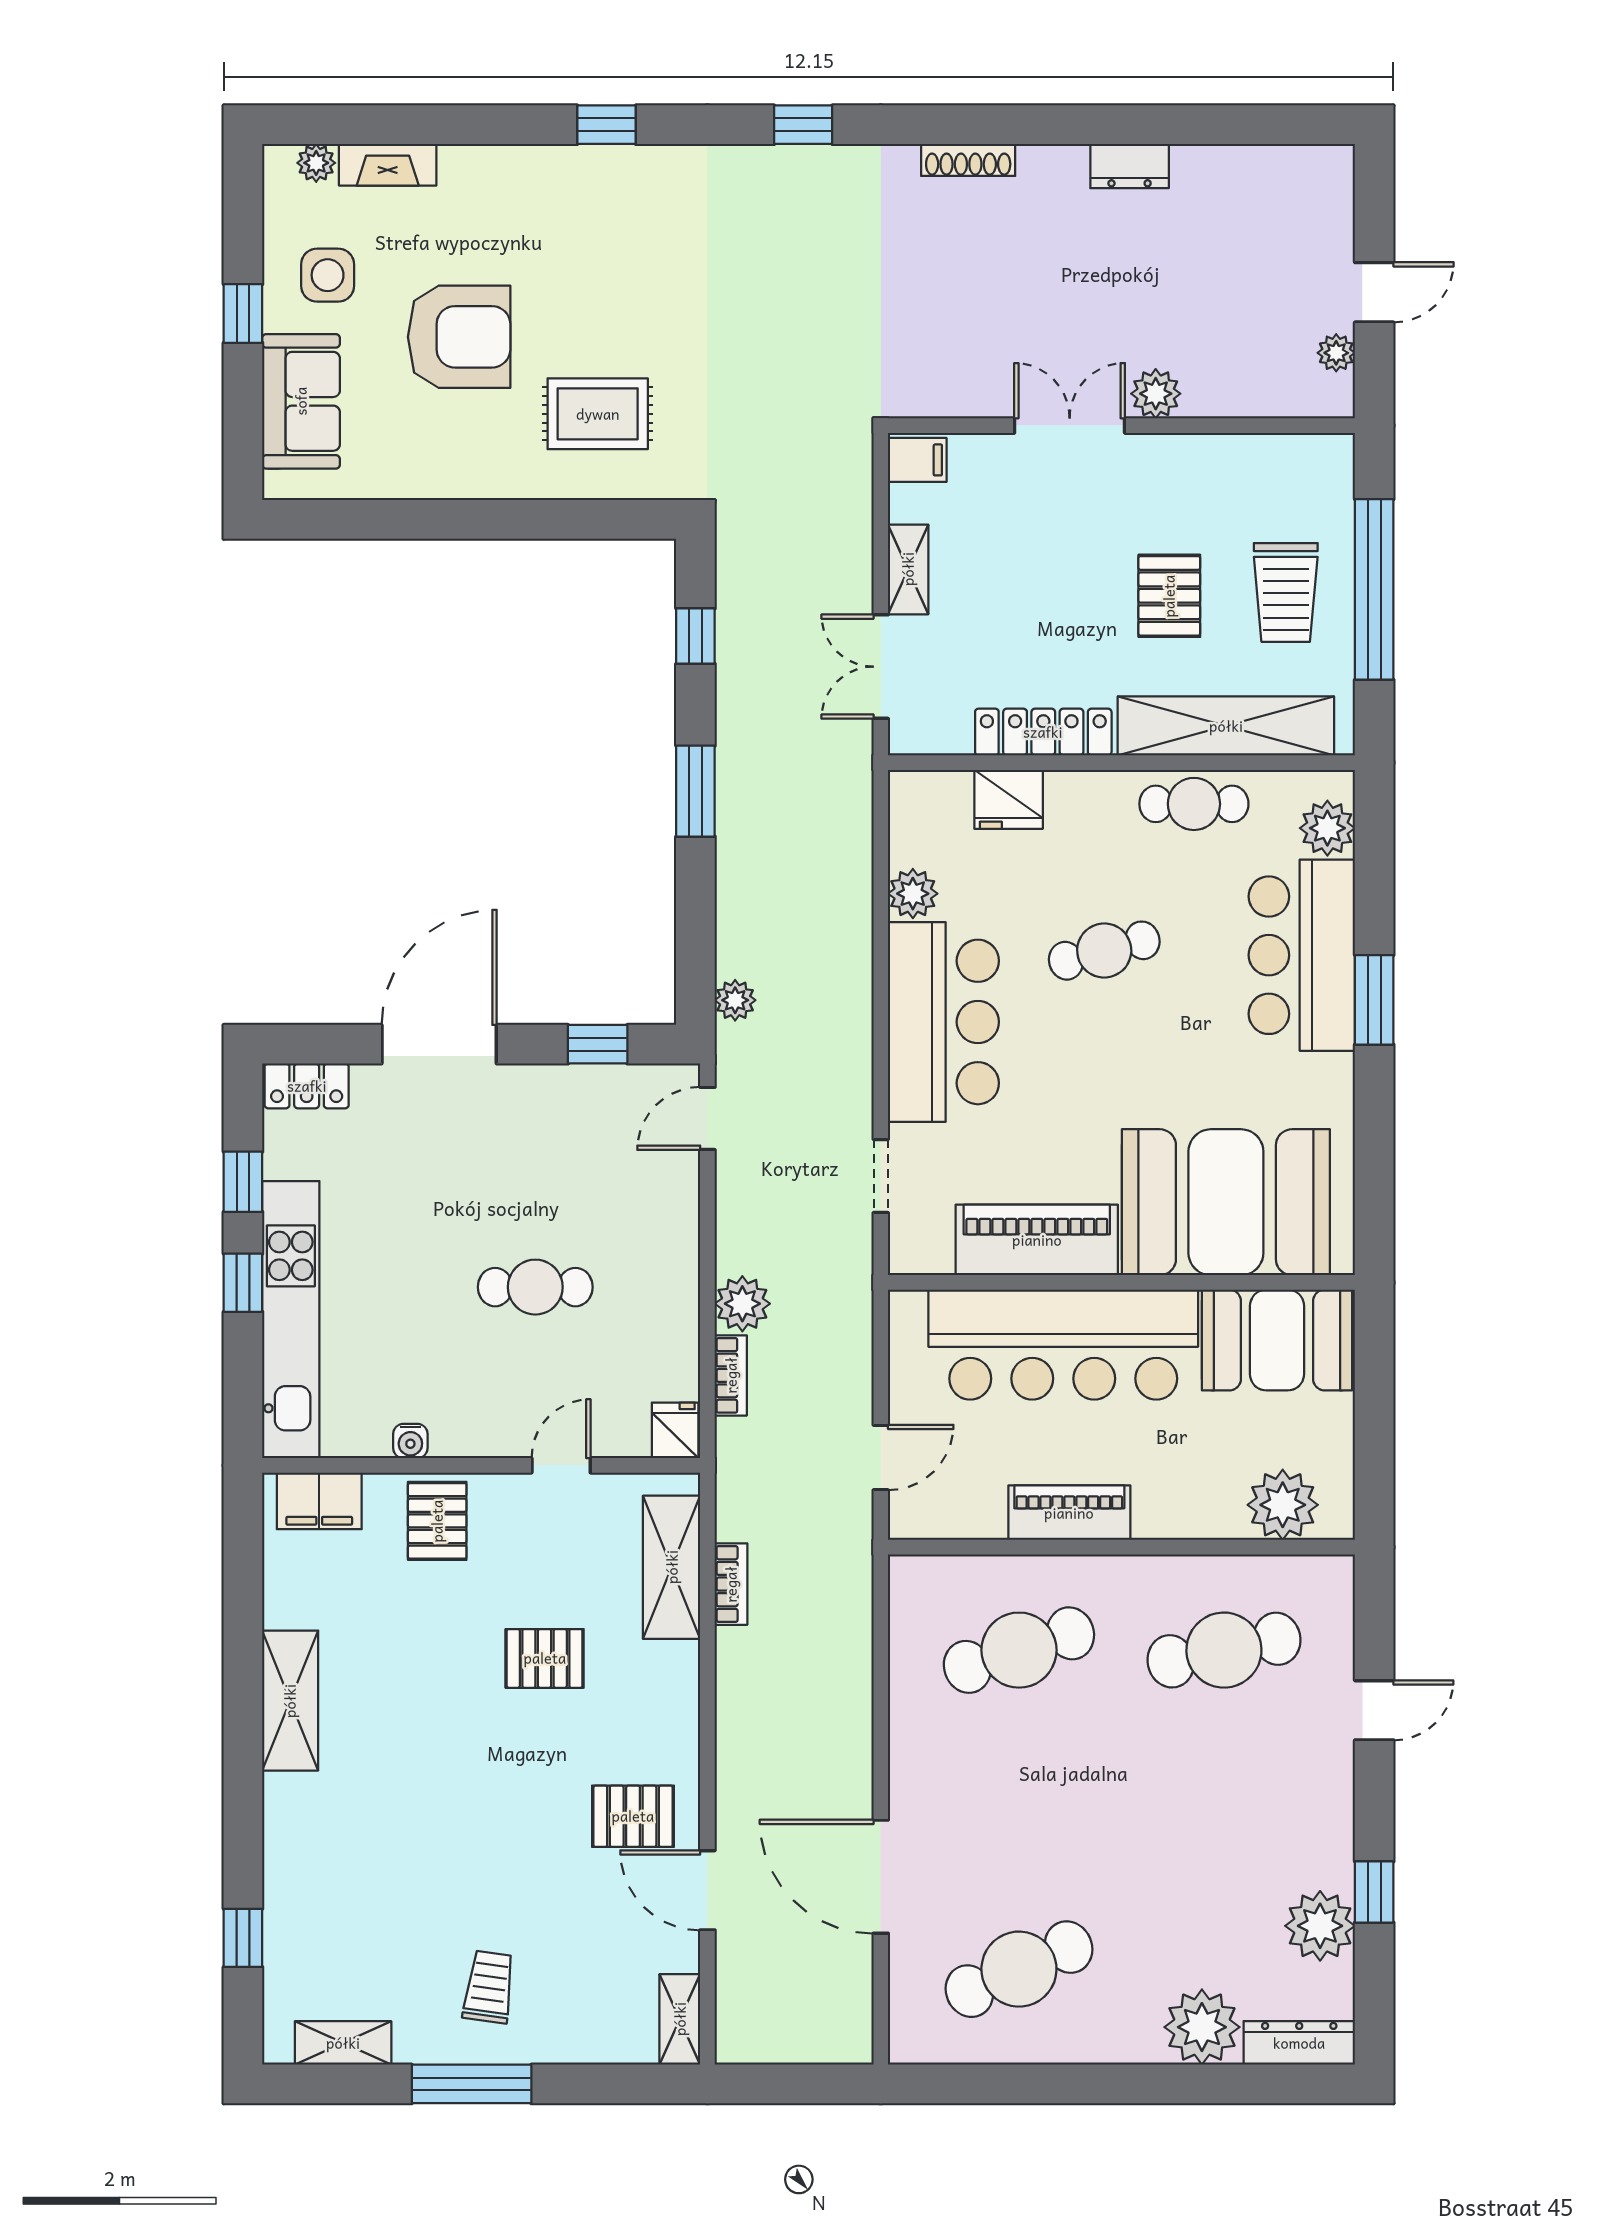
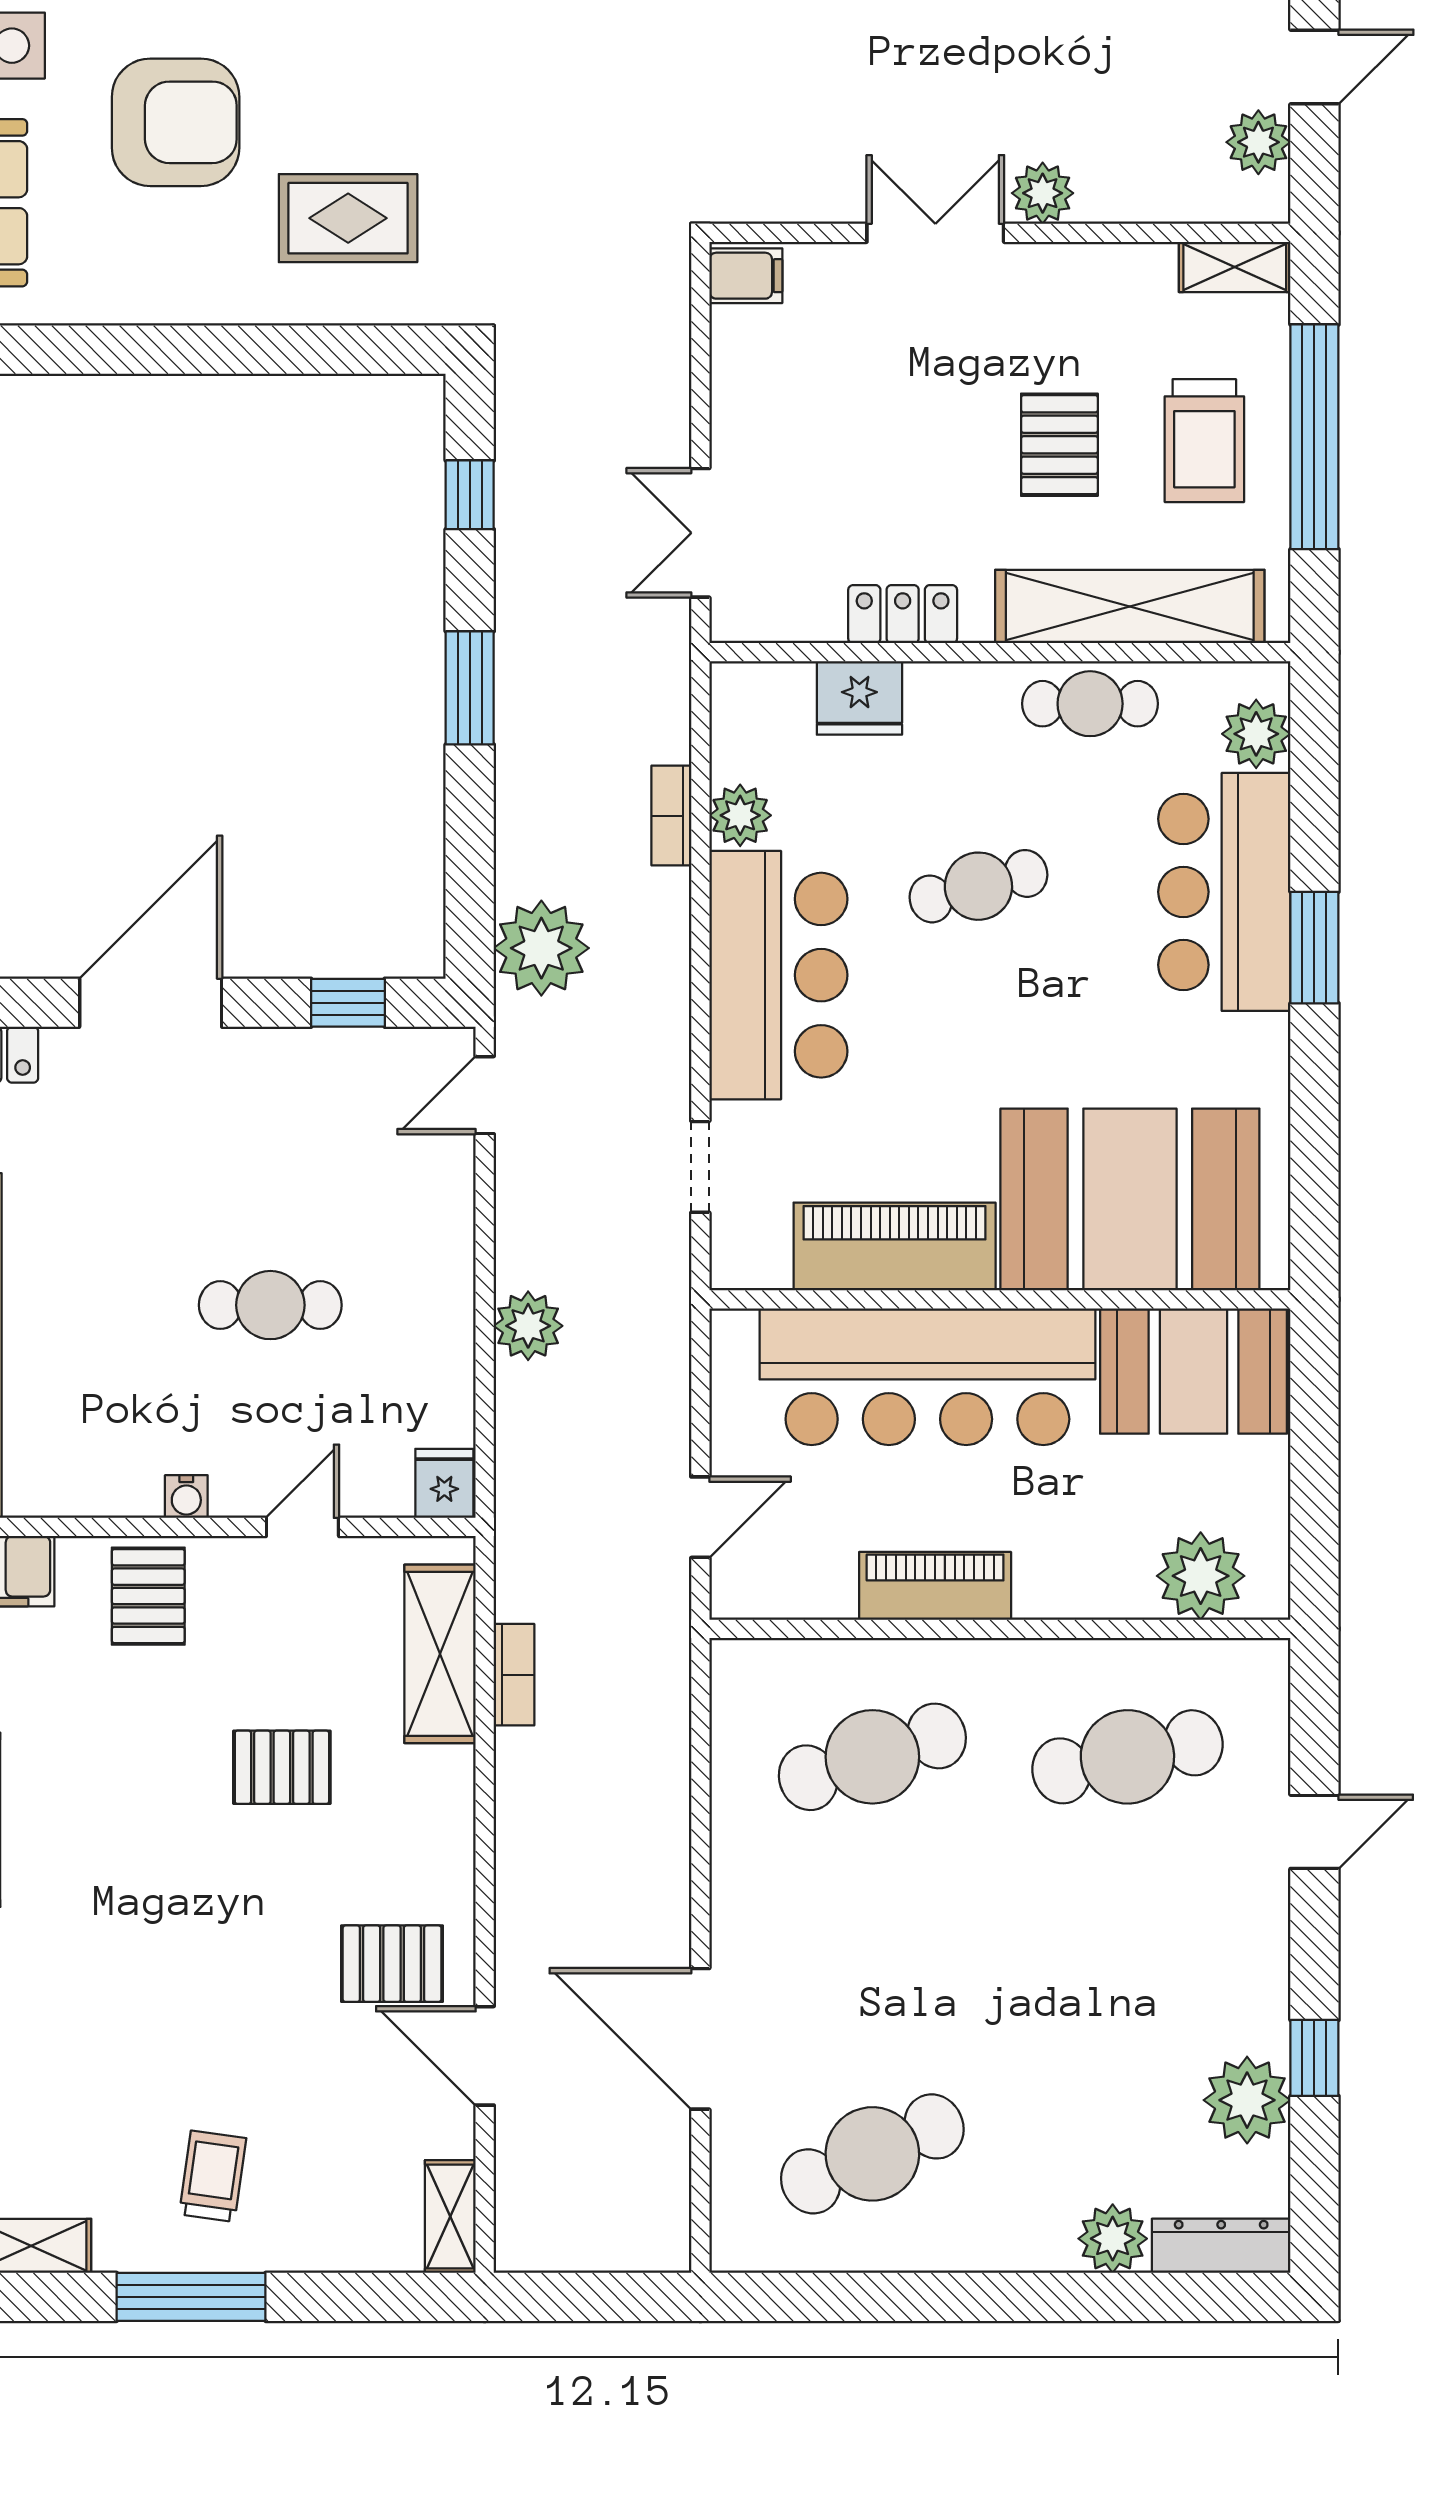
plant: (1336, 353) -> (1258, 142), width x1.38, depth x1.38
shelving: (908, 569) -> (1235, 267), moved, turned 90
locker: (1043, 732) -> (903, 614), width x0.66
plant: (735, 1000) -> (541, 948), width x1.88, depth x1.88
bookcase: (731, 1375) -> (671, 816), moved, turned 180
water cooler: (410, 1441) -> (186, 1497), moved
plant: (1202, 2027) -> (1113, 2239), width x0.73, depth x0.73

